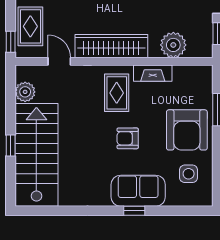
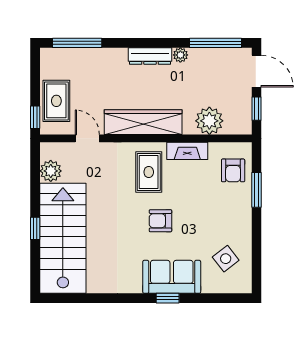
armchair: (187, 130) -> (233, 170), moved, width x0.53, depth x0.53
side table: (189, 174) -> (226, 259), turned -38

